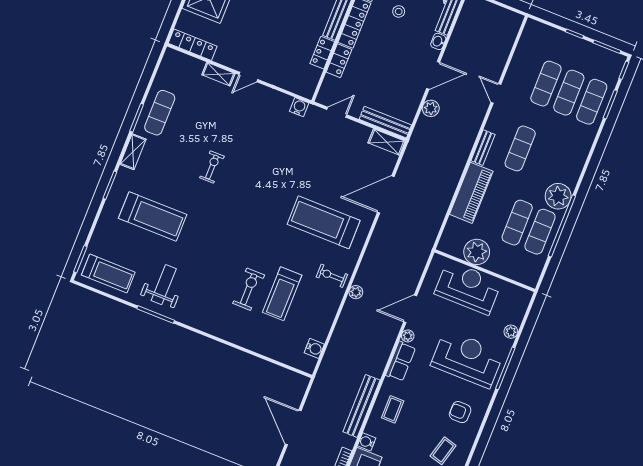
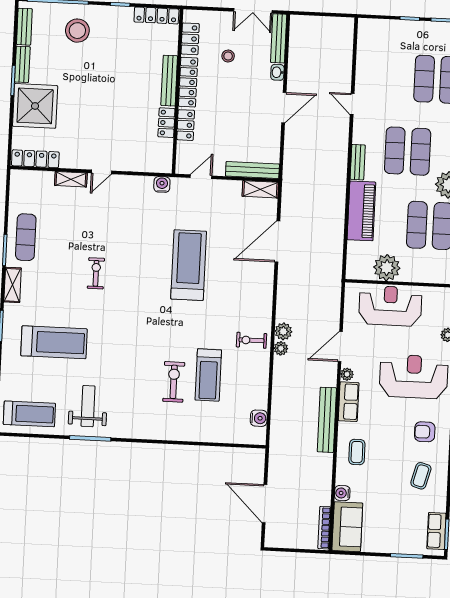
exercise mat: (546, 84) -> (420, 152), moved
plant: (431, 108) -> (283, 331), moved
treadmill: (324, 222) -> (189, 265), moved, turned 90
bench: (361, 406) -> (327, 420), moved

